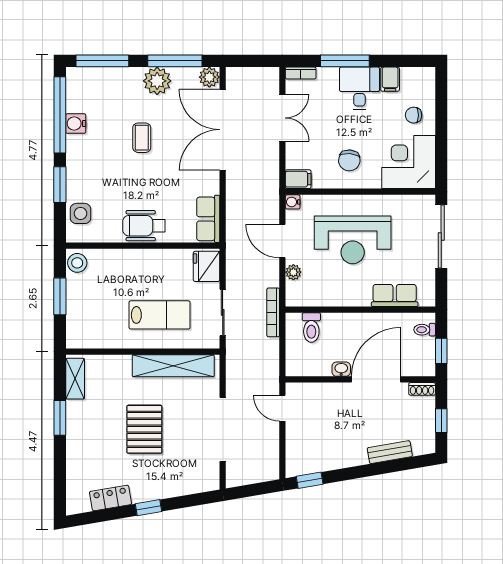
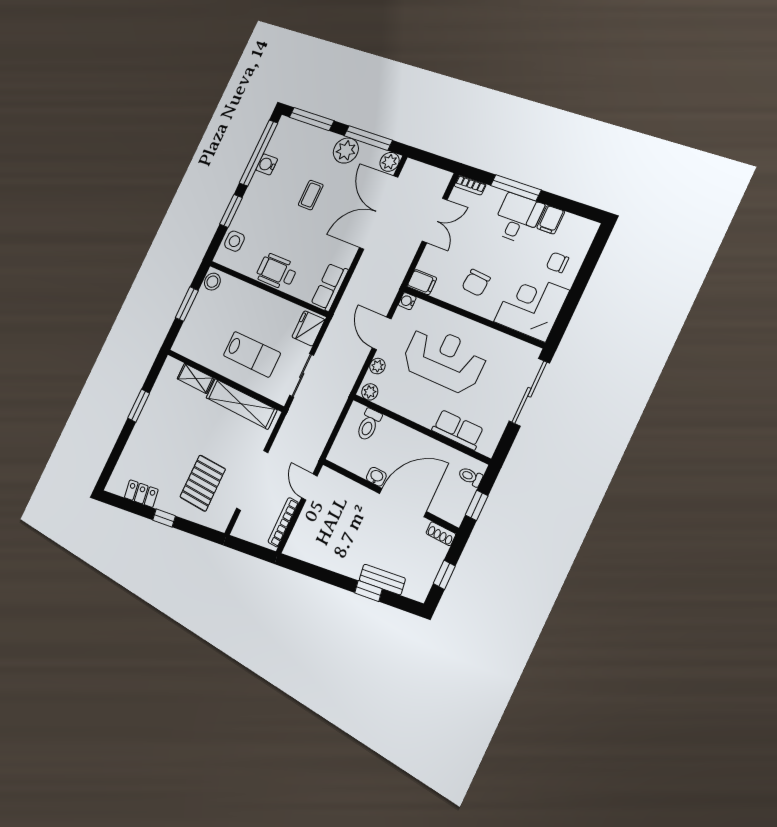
reception desk: (353, 240) -> (444, 359), turned 180
plant: (298, 298) -> (370, 392), added
bookcase: (273, 312) -> (283, 522), moved
shelving: (75, 379) -> (195, 378), moved, turned 90
pallet: (144, 429) -> (203, 483), moved
window: (310, 480) -> (368, 591), moved

